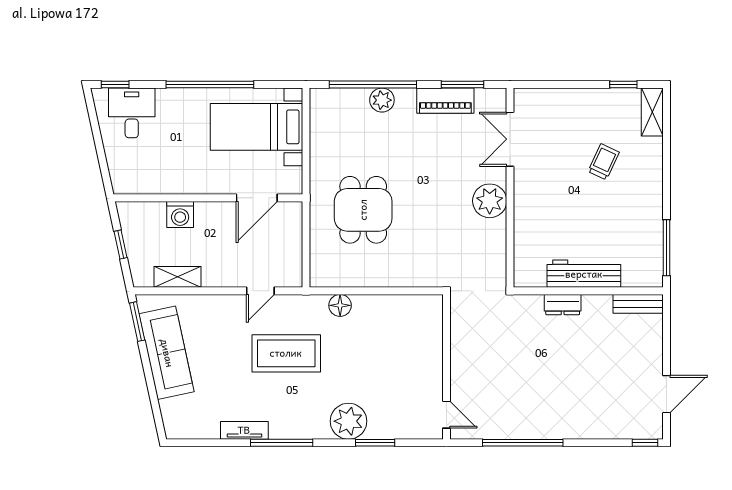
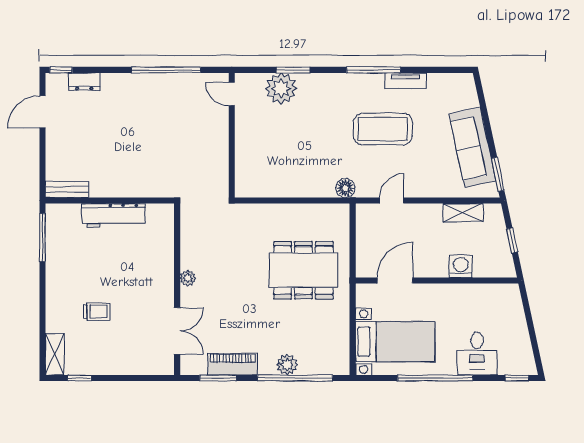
desk: (132, 113) -> (477, 354), moved
trolley: (604, 162) -> (97, 312), turned -115
plant: (490, 201) -> (188, 278), width x0.53, depth x0.53
dining table: (363, 210) -> (303, 270), width x1.38
floor lamp: (340, 305) -> (345, 188), moved
dresser: (563, 305) -> (84, 82), moved, turned 180
coffee table: (286, 353) -> (383, 129), moved
plant: (349, 421) -> (281, 88), moved

